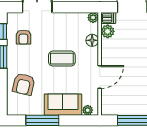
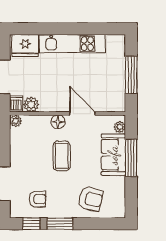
floor lamp: (92, 40) -> (58, 122), moved
window: (42, 120) -> (131, 158), moved

